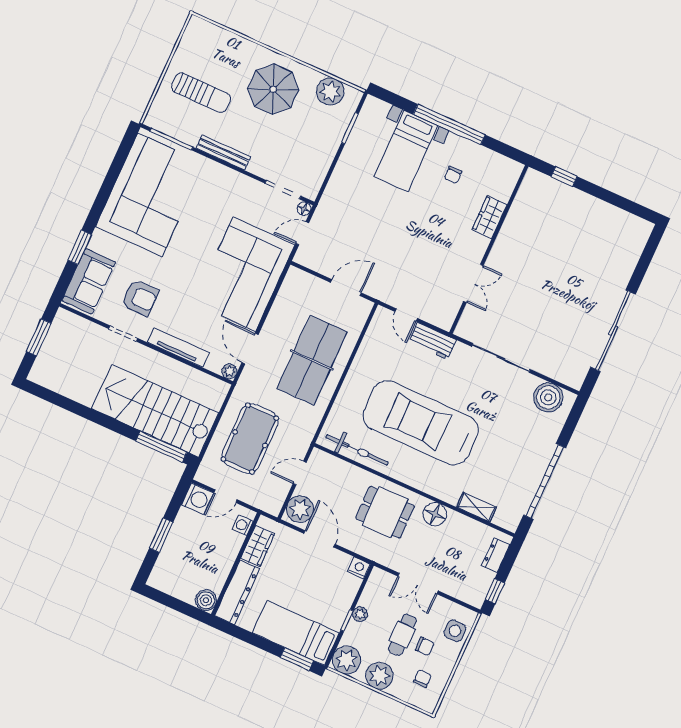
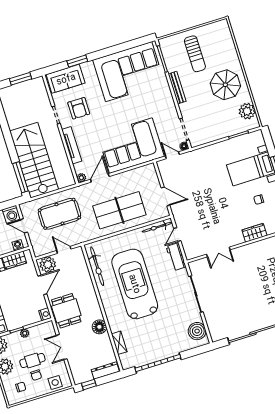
bicycle: (375, 332) -> (157, 227), added
dining table: (385, 512) -> (66, 311), moved
dresser: (496, 555) -> (105, 371), width x1.44

